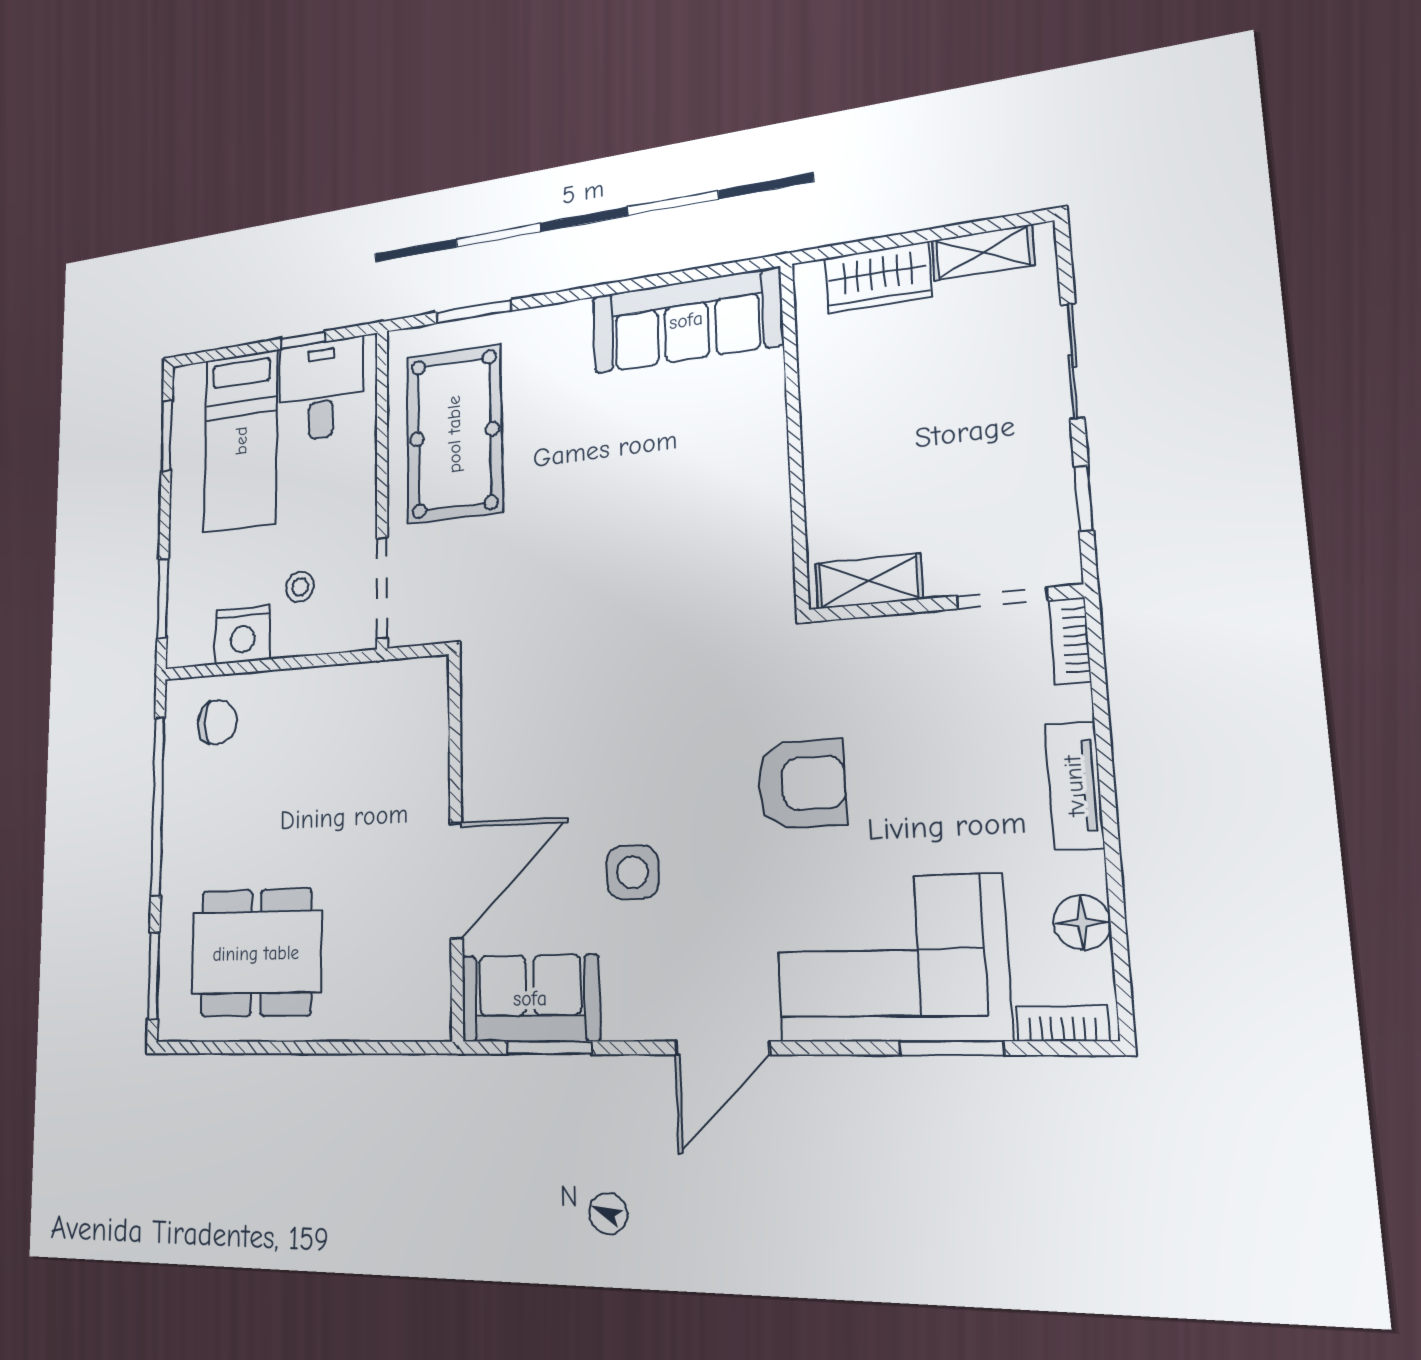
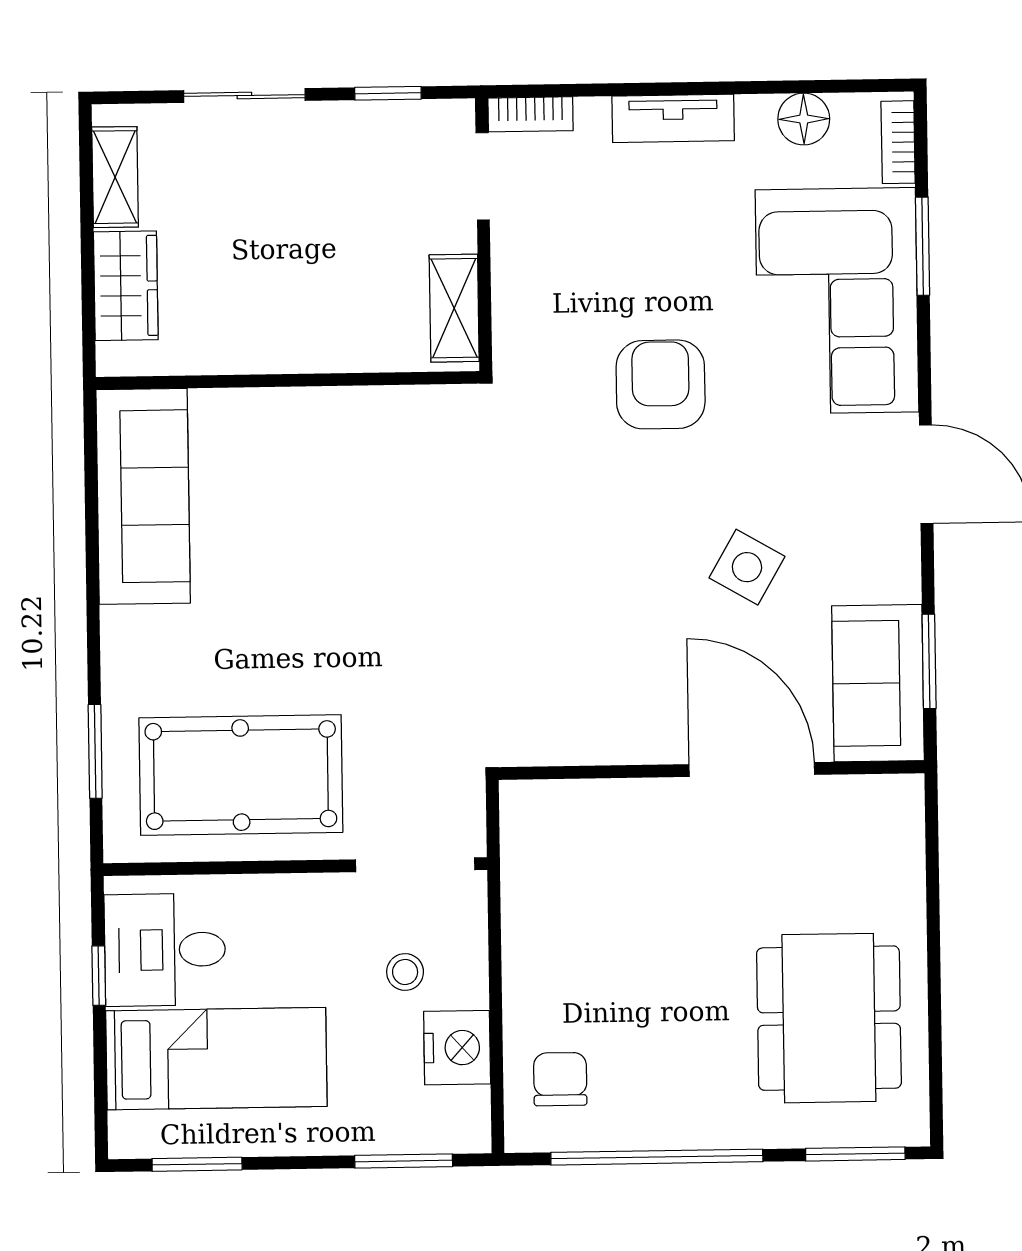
side table: (632, 872) -> (747, 567), turned 30

